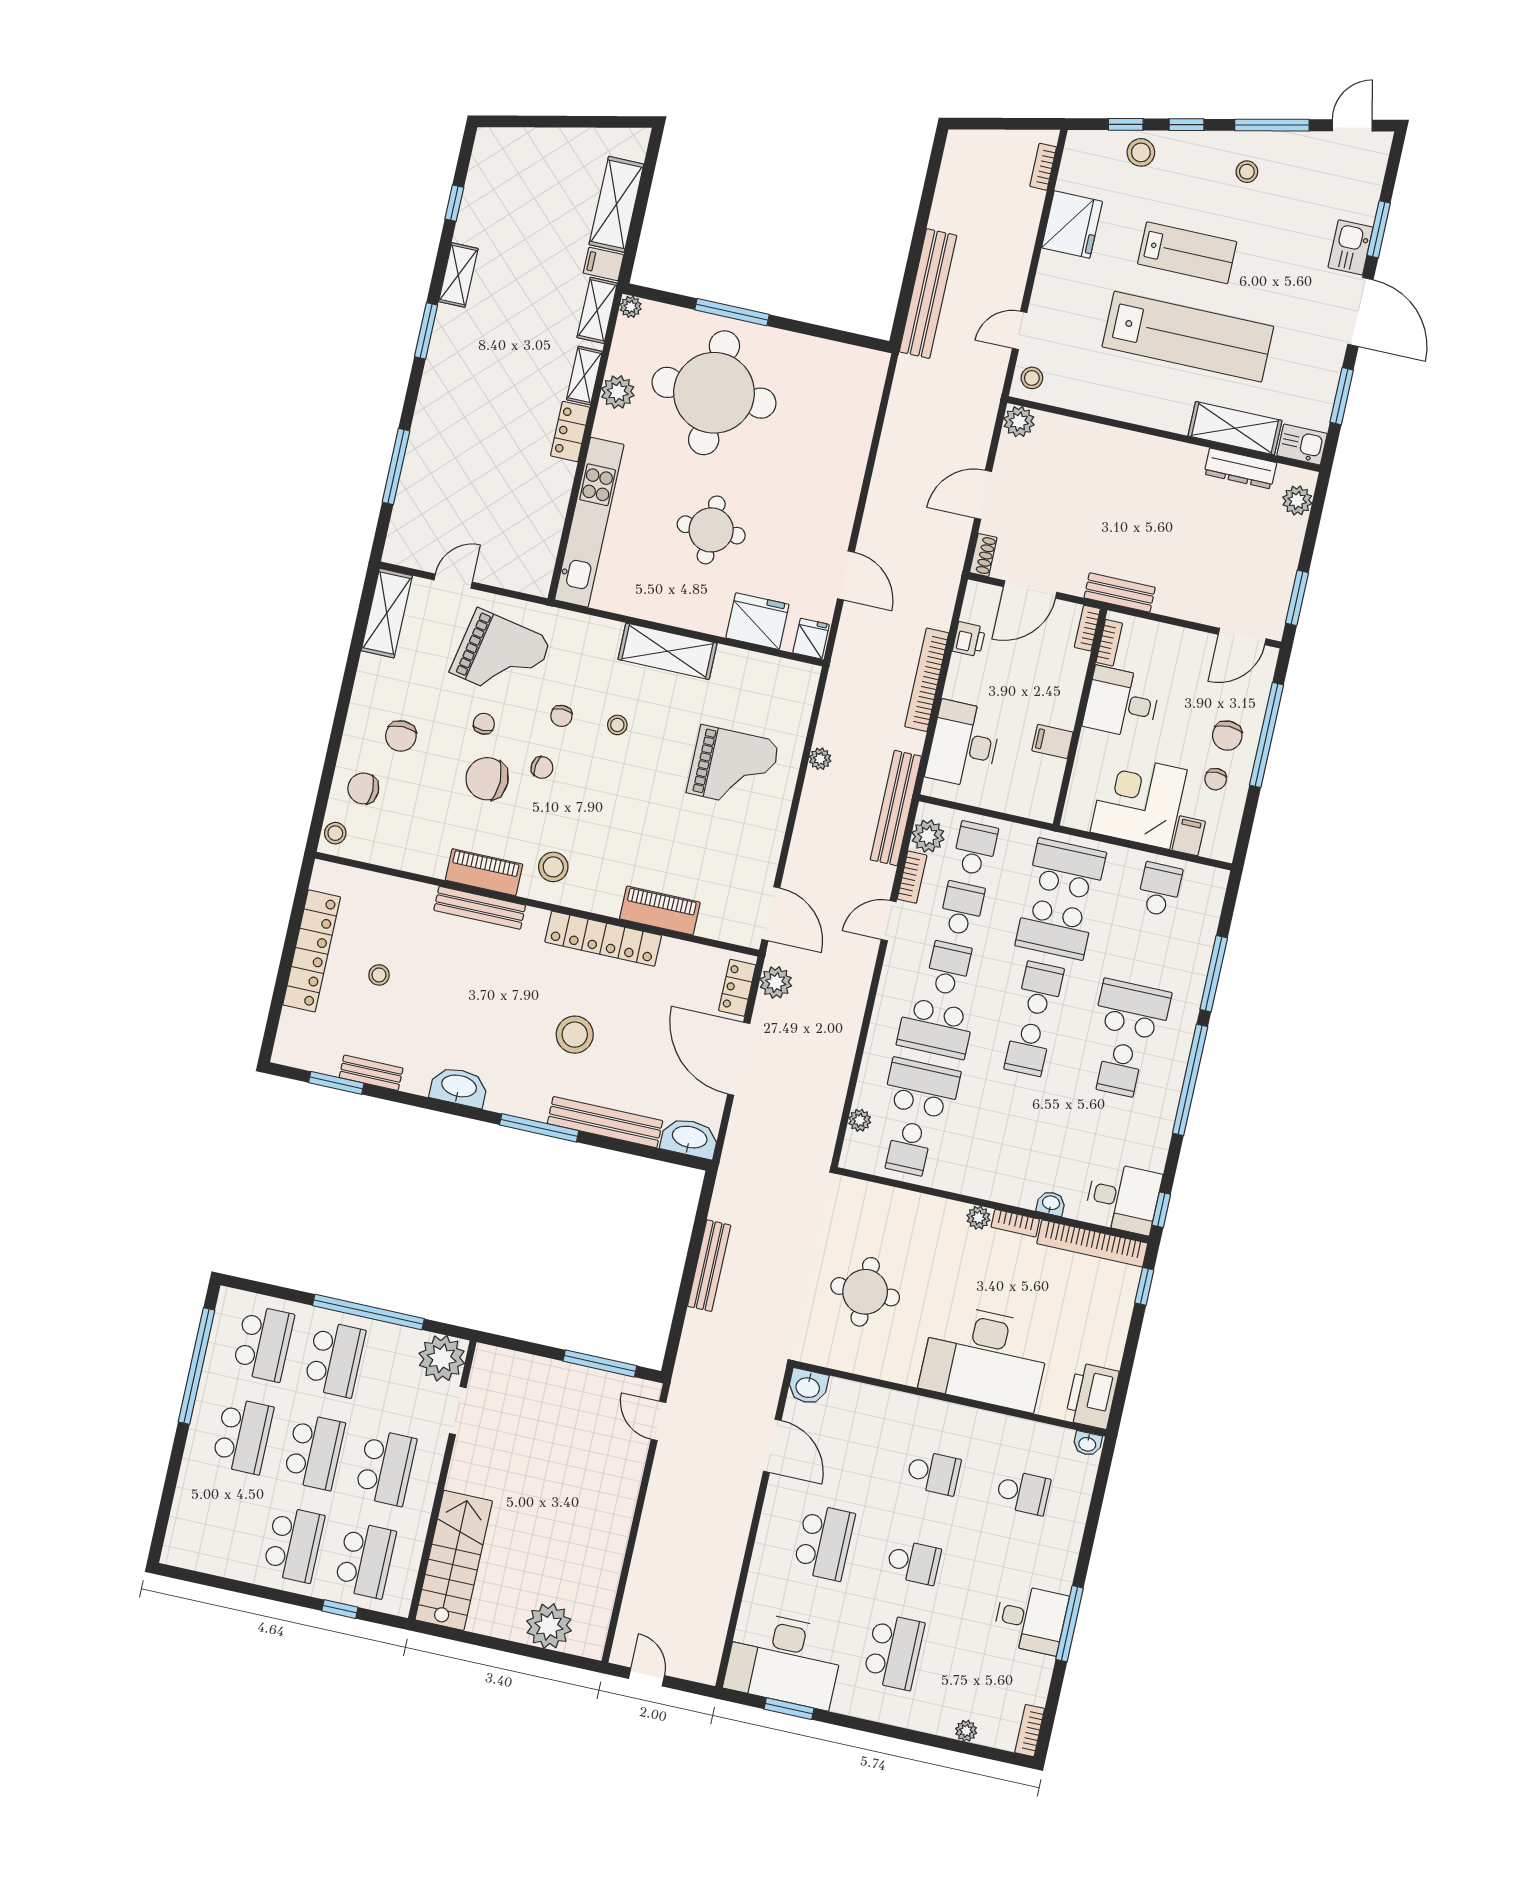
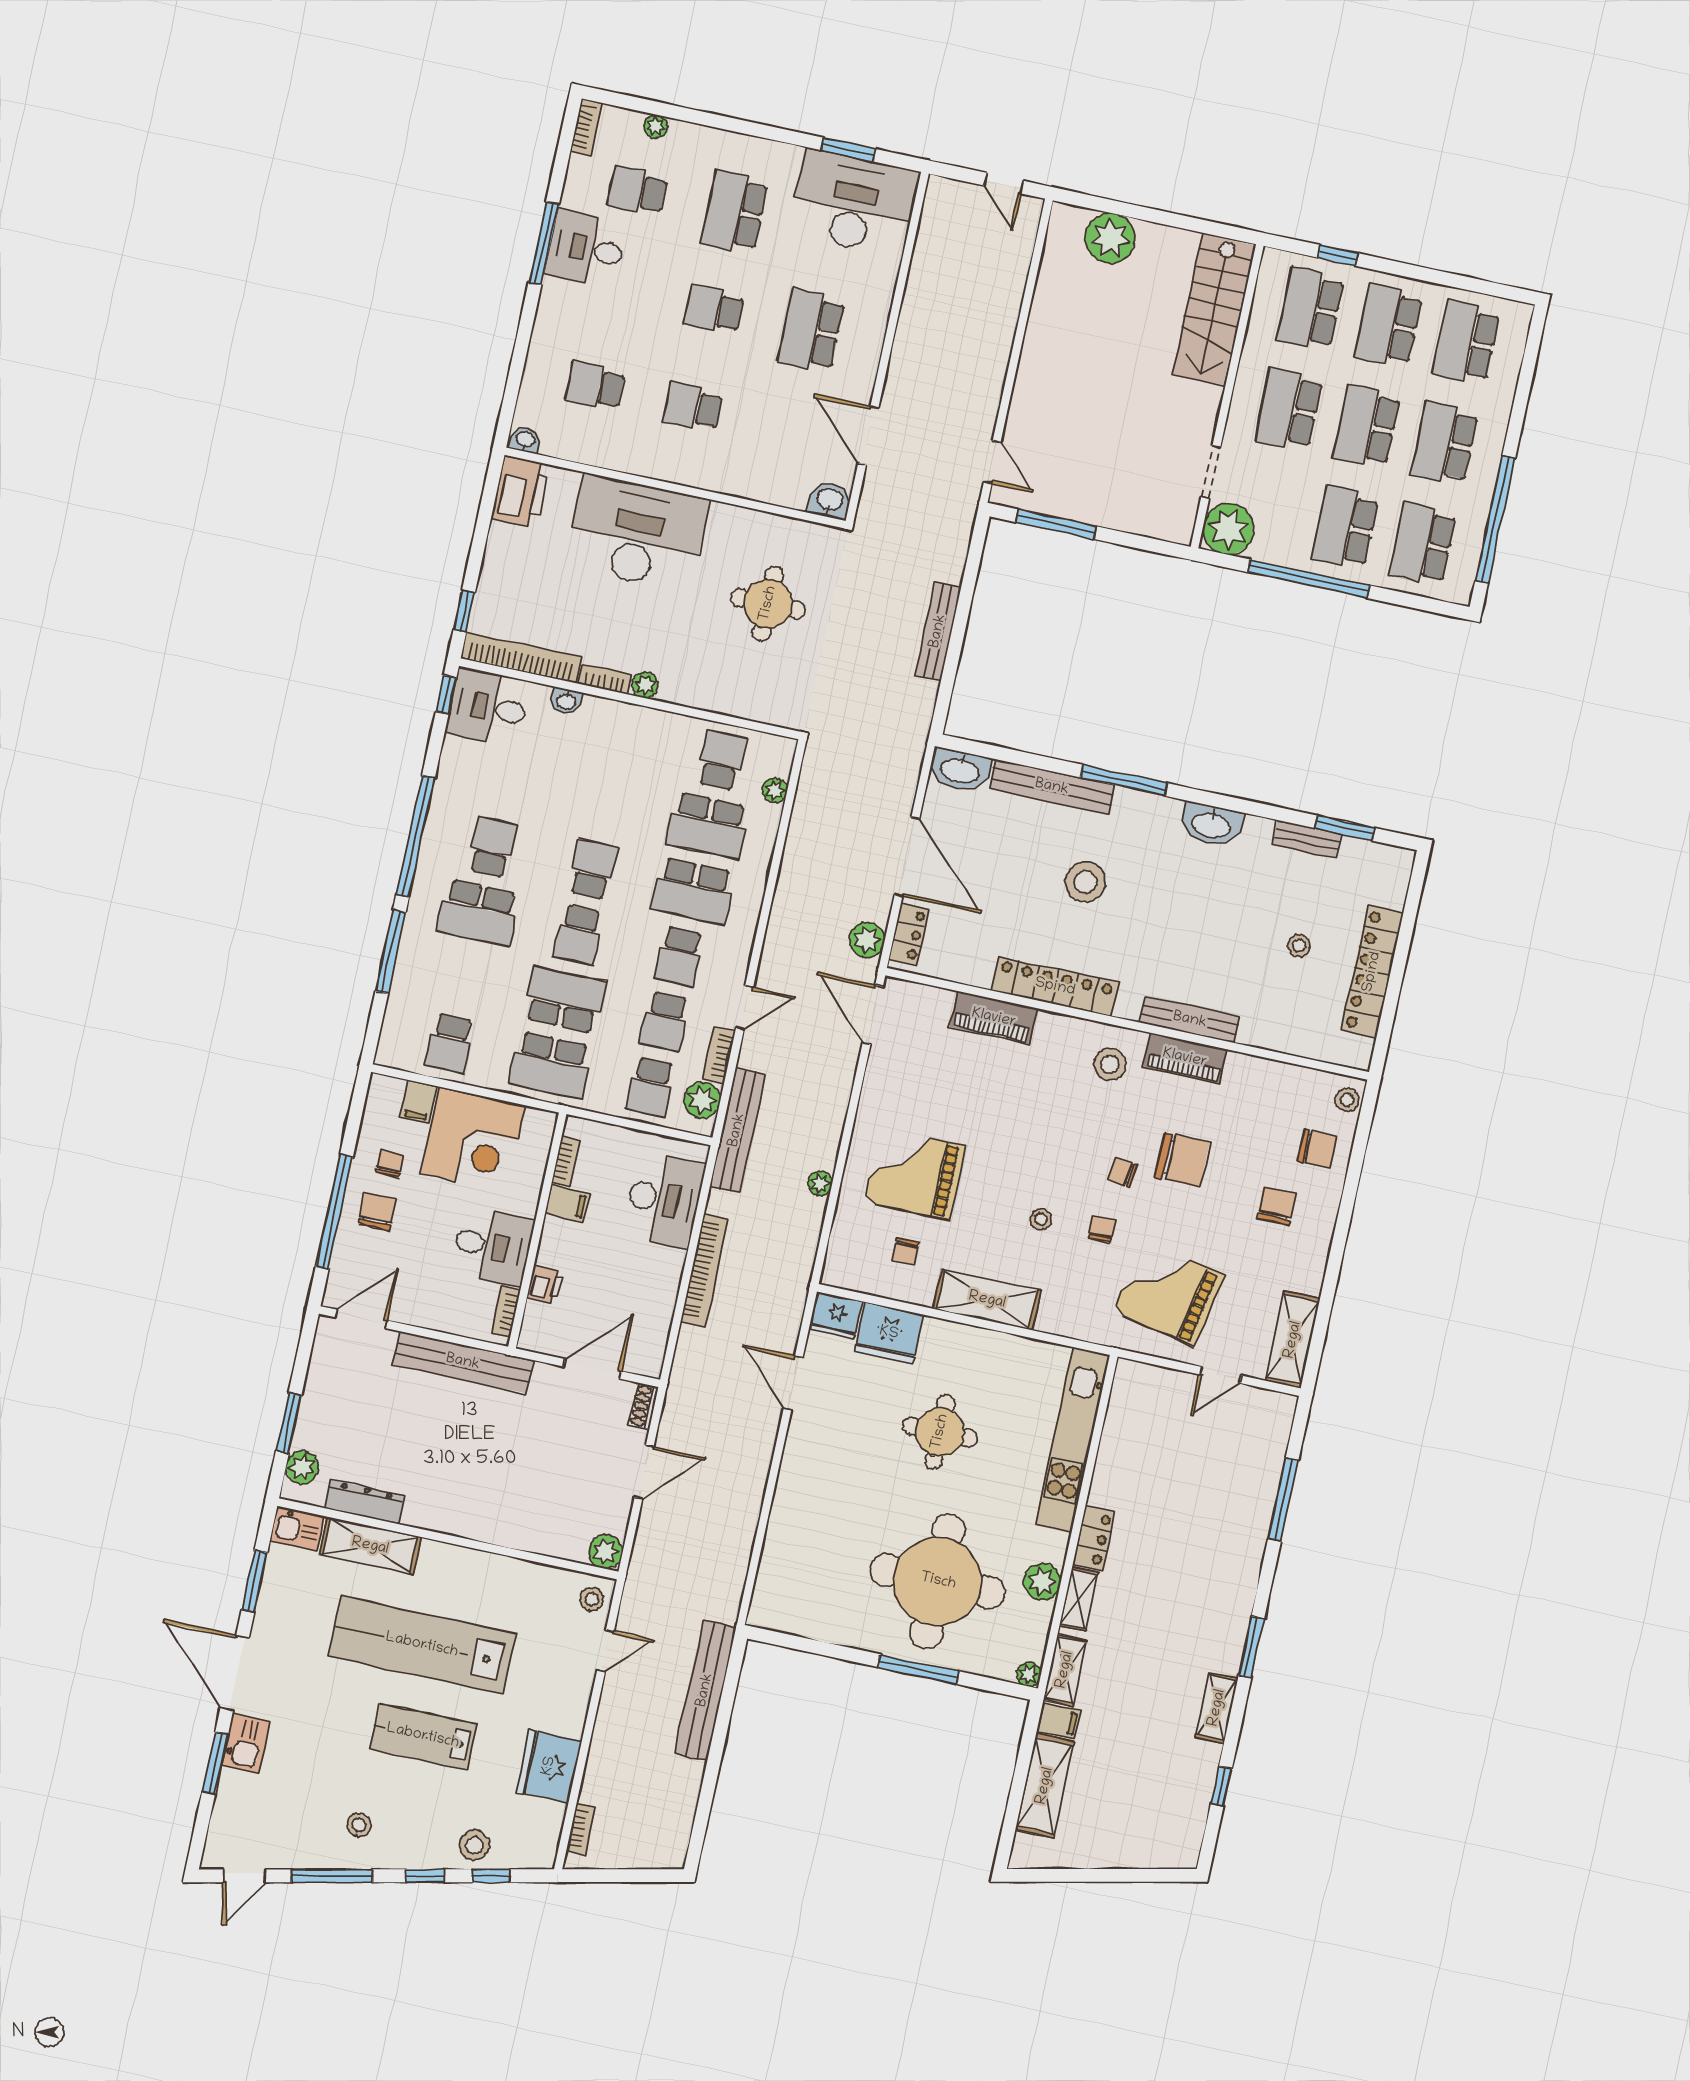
bench: (1120, 593) -> (463, 1362), width x1.86, depth x1.21
window: (1297, 598) -> (289, 1423), moved
bookcase: (1087, 628) -> (566, 1161), moved
fridge: (811, 639) -> (837, 1316), width x1.38
printer: (969, 639) -> (545, 1285), moved, turned 180
chair: (484, 724) -> (905, 1251), moved
school desk: (935, 1028) -> (693, 891), turned 180
school desk: (222, 1528) -> (1466, 342), added
school desk: (983, 1672) -> (637, 191), added

